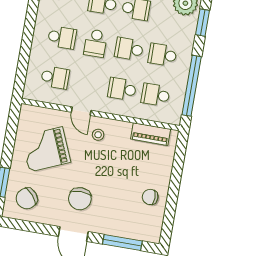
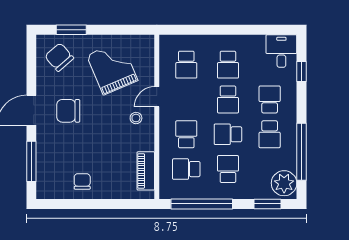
school desk: (96, 43) -> (228, 99), turned -90
school desk: (129, 49) -> (228, 134), turned -90
school desk: (156, 95) -> (186, 169), turned -90

